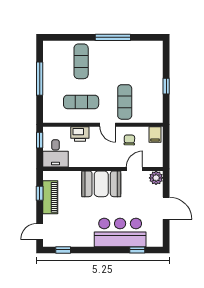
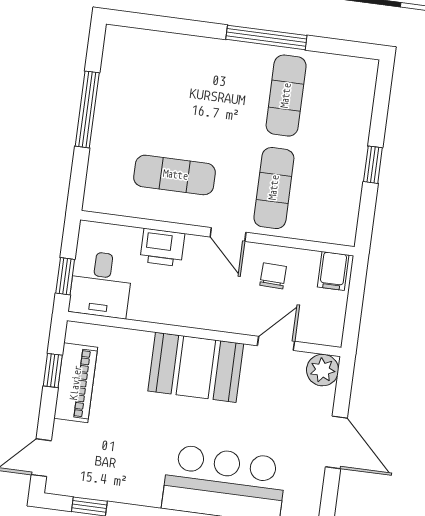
exercise mat: (81, 61) -> (286, 96), moved
window: (40, 140) -> (65, 276), moved

